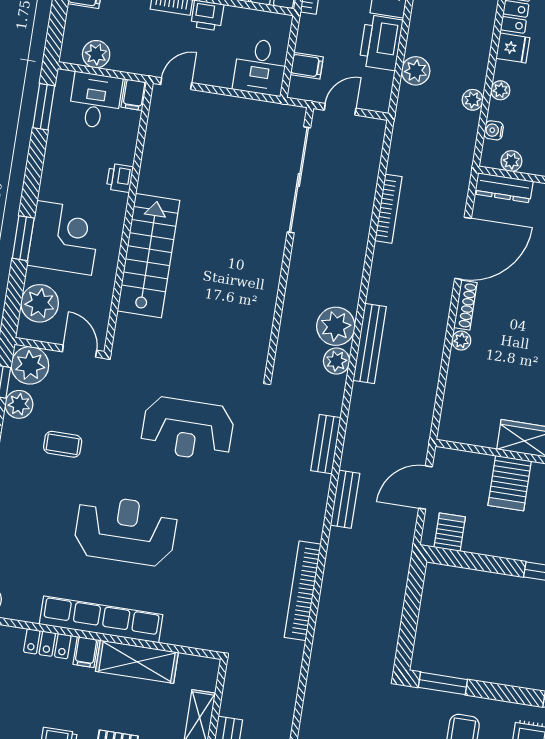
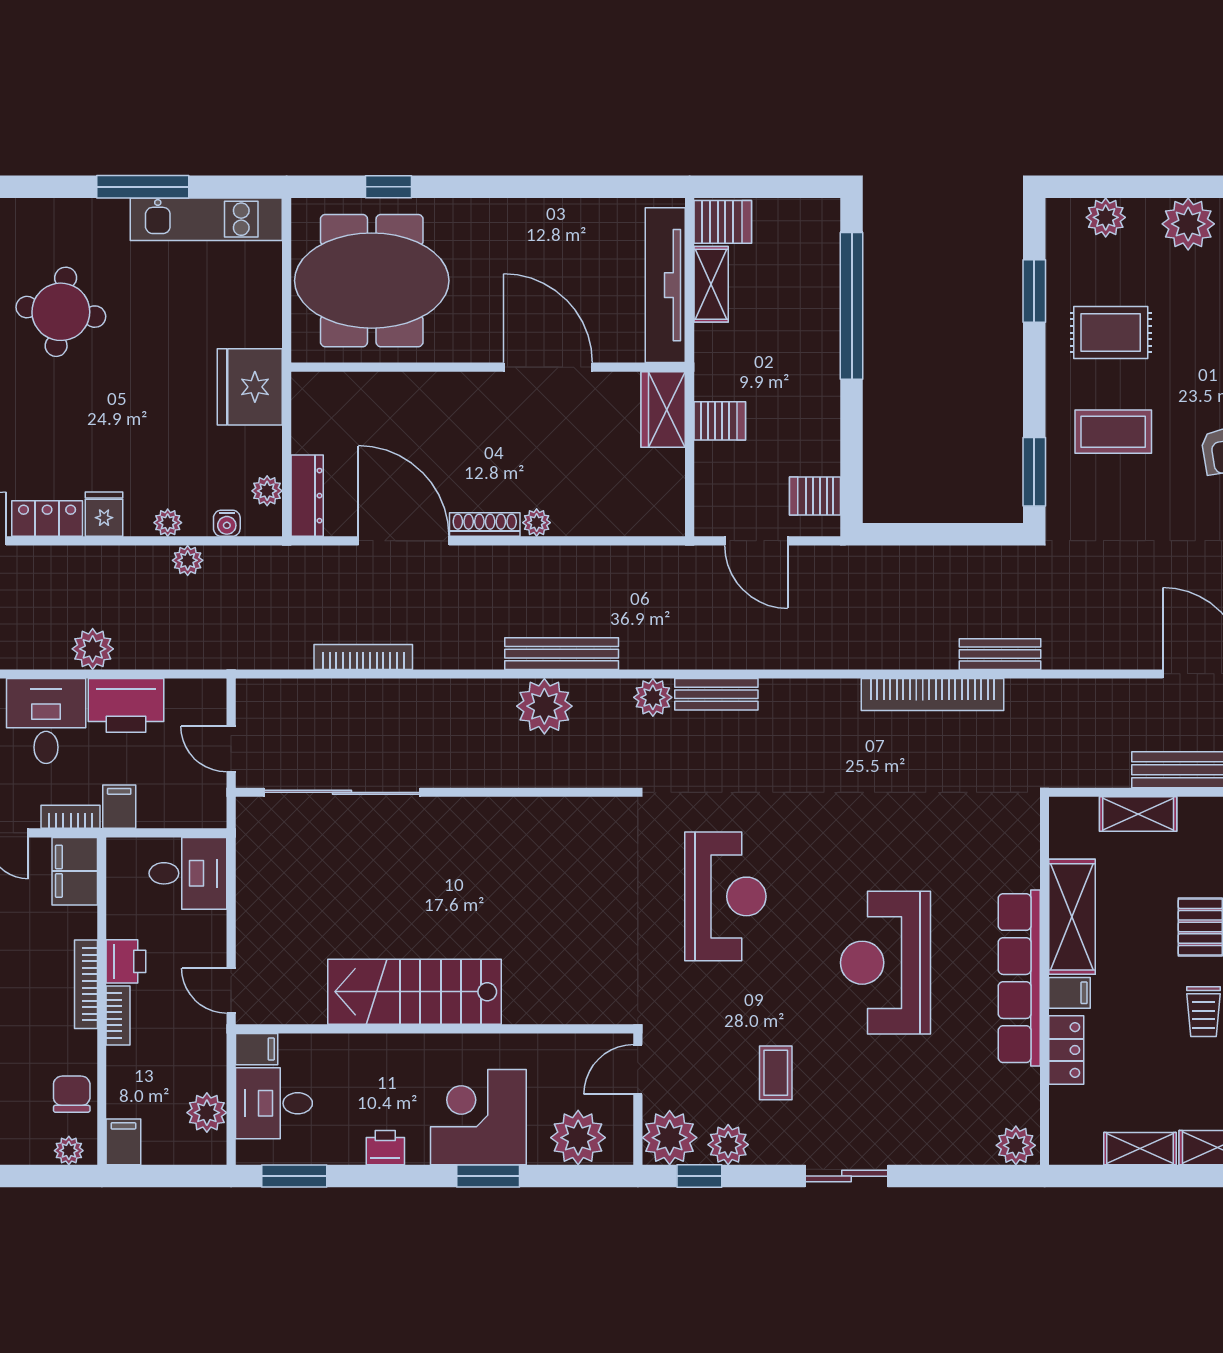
filing cabinet: (307, 66) -> (119, 807), moved
plant: (416, 71) -> (93, 649), moved
printer: (120, 178) -> (385, 1148), moved, turned 180
stairs: (148, 256) -> (415, 992), moved
plant: (336, 361) -> (653, 697), moved
server rack: (510, 483) -> (720, 421), width x0.73, depth x0.70
bench: (345, 499) -> (1000, 654), moved

